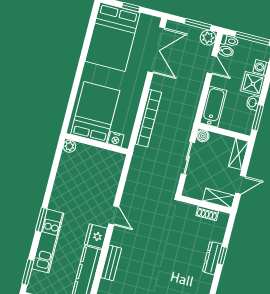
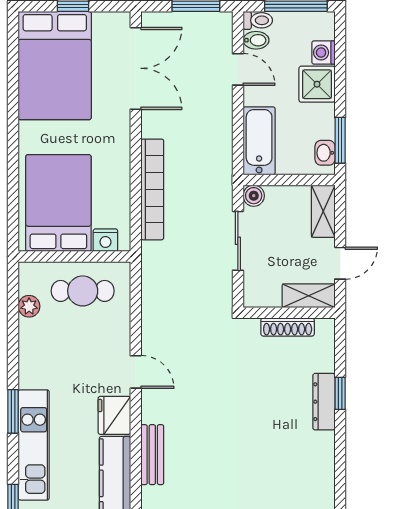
plant: (208, 38) -> (219, 25), removed
washbasin: (253, 103) -> (325, 153), moved
plant: (69, 146) -> (29, 306), moved
cafe table: (96, 164) -> (83, 291), added
shoe rack: (207, 213) -> (288, 327), width x1.43

